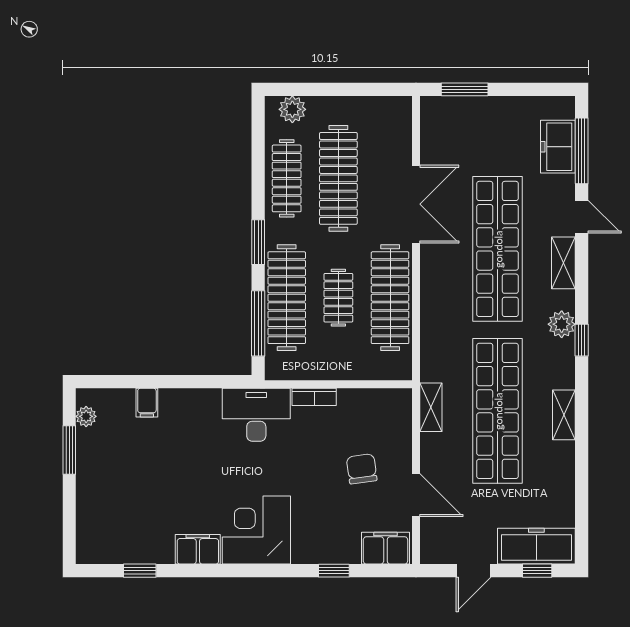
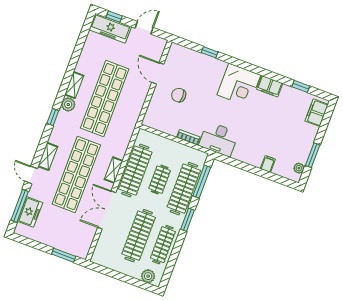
plant: (562, 324) -> (68, 104), moved
shelving: (431, 407) -> (114, 170), moved
chair: (362, 469) -> (179, 95), turned 98
filing cabinet: (385, 548) -> (317, 113), moved, turned 90

